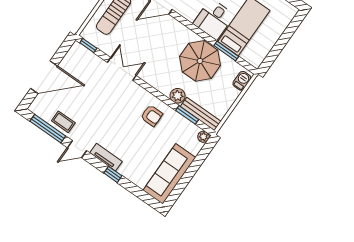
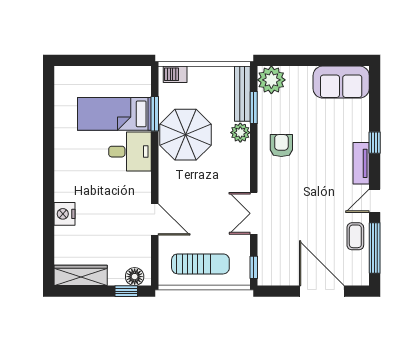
plant: (203, 137) -> (271, 80), width x1.88, depth x1.88
door: (77, 149) -> (375, 201), swing flipped
sofa: (169, 174) -> (341, 82), width x0.73

